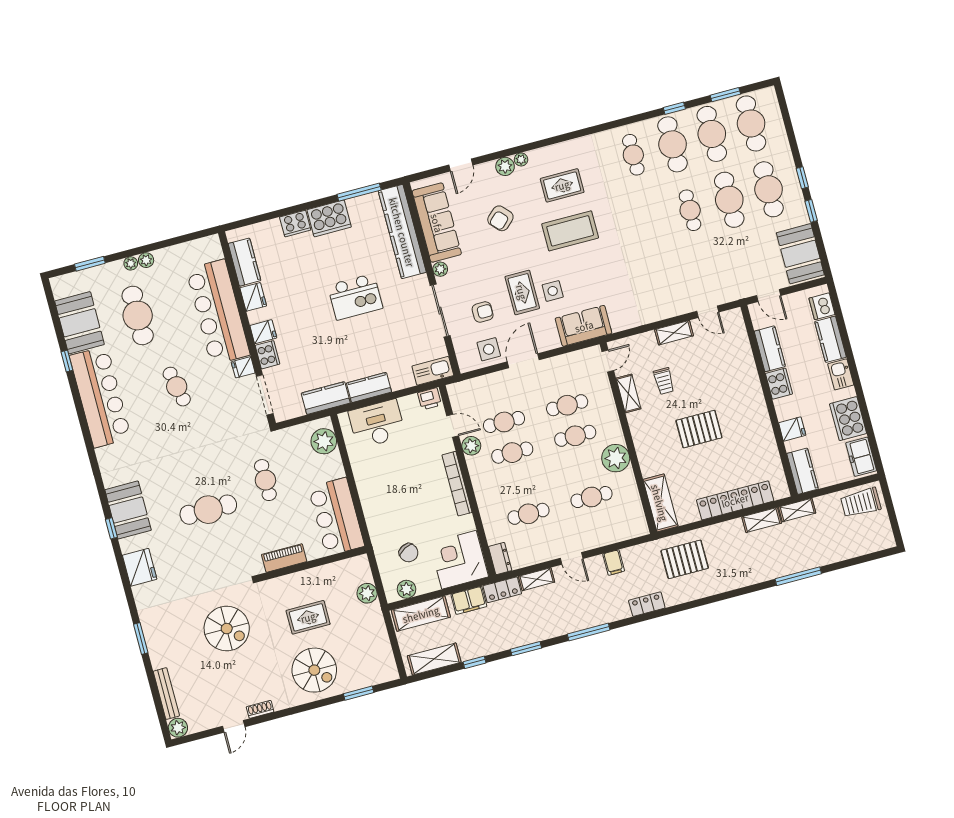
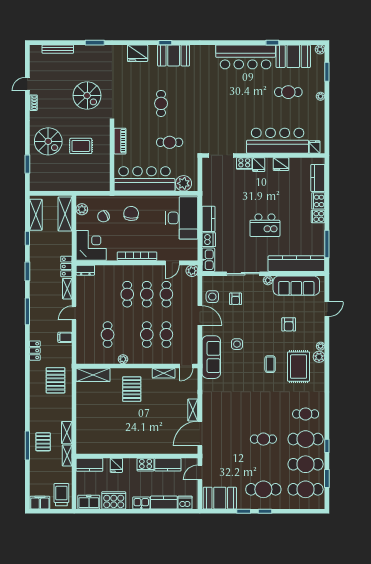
door: (461, 165) -> (327, 309), swing flipped
plant: (505, 166) -> (319, 357), moved
rug: (562, 185) -> (299, 367), width x1.36, depth x1.43
cafe table: (729, 200) -> (263, 464), removed
cooker: (329, 218) -> (318, 216), width x0.53, depth x0.76
armchair: (500, 218) -> (289, 324), turned -137
coffee table: (570, 231) -> (270, 364), width x0.54, depth x0.58
plant: (146, 260) -> (320, 49), moved
kitchen counter: (244, 262) -> (318, 178), moved, turned 90
rug: (522, 292) -> (241, 326), removed
kitchen island: (355, 297) -> (265, 225), turned -90
door: (708, 312) -> (200, 434), width x1.87
cafe table: (138, 316) -> (288, 92), width x0.73, depth x0.74
sofa: (584, 326) -> (211, 357), width x1.36
door: (608, 361) -> (186, 366), hinge flipped
fridge: (243, 367) -> (315, 147), moved
dishwasher: (401, 379) -> (209, 240), added
trolley: (664, 381) -> (165, 396), removed
cafe table: (177, 387) -> (240, 104), removed
kitchen counter: (326, 398) -> (209, 191), removed
printer: (430, 399) -> (192, 253), removed
desk: (377, 424) -> (182, 218), width x1.36, depth x1.30
pallet: (699, 429) -> (132, 389), moved
plant: (471, 446) -> (192, 271), moved
plant: (616, 458) -> (123, 359), width x0.53, depth x0.53
locker: (735, 500) -> (83, 420), removed
cafe table: (208, 510) -> (161, 103), width x0.73, depth x0.74
chair: (393, 511) -> (131, 213), added
cafe table: (528, 514) -> (127, 294), moved
bar counter: (336, 517) -> (144, 179), width x1.36
pallet: (786, 553) -> (43, 442), added
plant: (367, 593) -> (86, 185), removed
filing cabinet: (469, 600) -> (40, 503), moved, turned 90
rug: (308, 617) -> (81, 146), turned 90
spiral stairs: (227, 629) -> (87, 96), turned -90
spiral stairs: (314, 670) -> (48, 141), turned -90
door: (234, 726) -> (27, 84), hinge flipped
plant: (178, 728) -> (35, 51), removed

